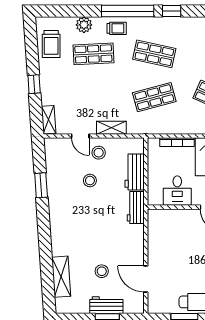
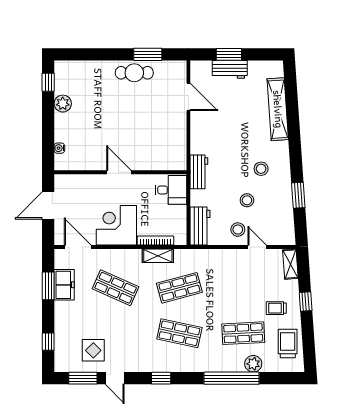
window: (128, 11) -> (231, 378), moved
trolley: (117, 28) -> (276, 308), moved
shelving: (111, 128) -> (158, 256), moved
workbench: (135, 172) -> (200, 226), moved
desk: (177, 191) -> (171, 190), moved, turned 90
stool: (102, 271) -> (261, 169), moved
shelving: (61, 277) -> (278, 109), width x1.47

